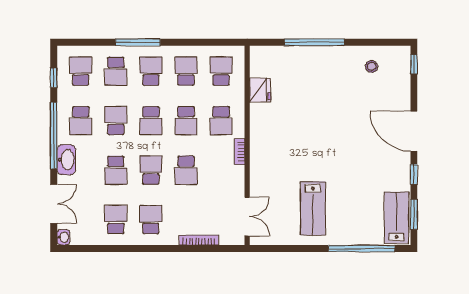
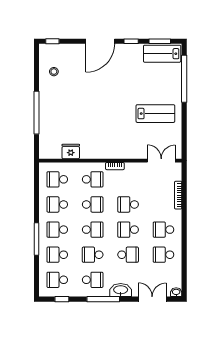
school desk: (116, 71) -> (57, 255), turned 180
window: (54, 136) -> (103, 299), width x0.68
school desk: (186, 170) -> (128, 204), turned 180

